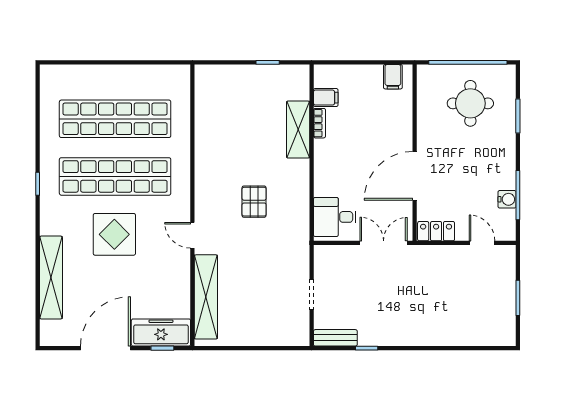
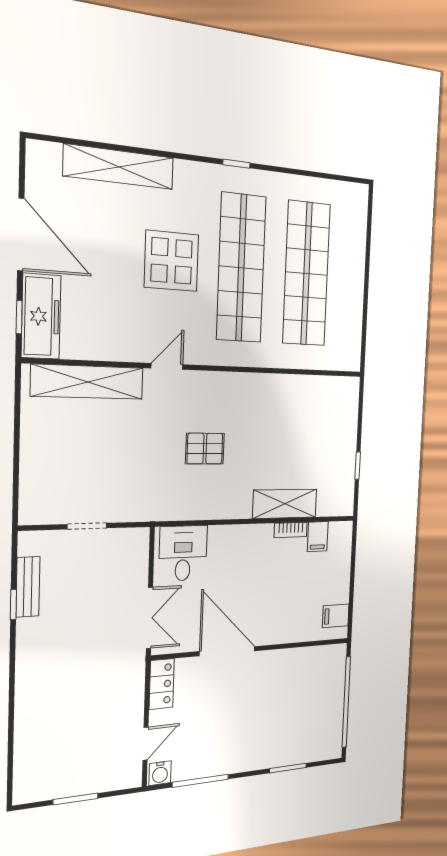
round table: (470, 103) -> (304, 710), removed
water cooler: (507, 199) -> (160, 773), moved
bench: (335, 338) -> (28, 587), moved

